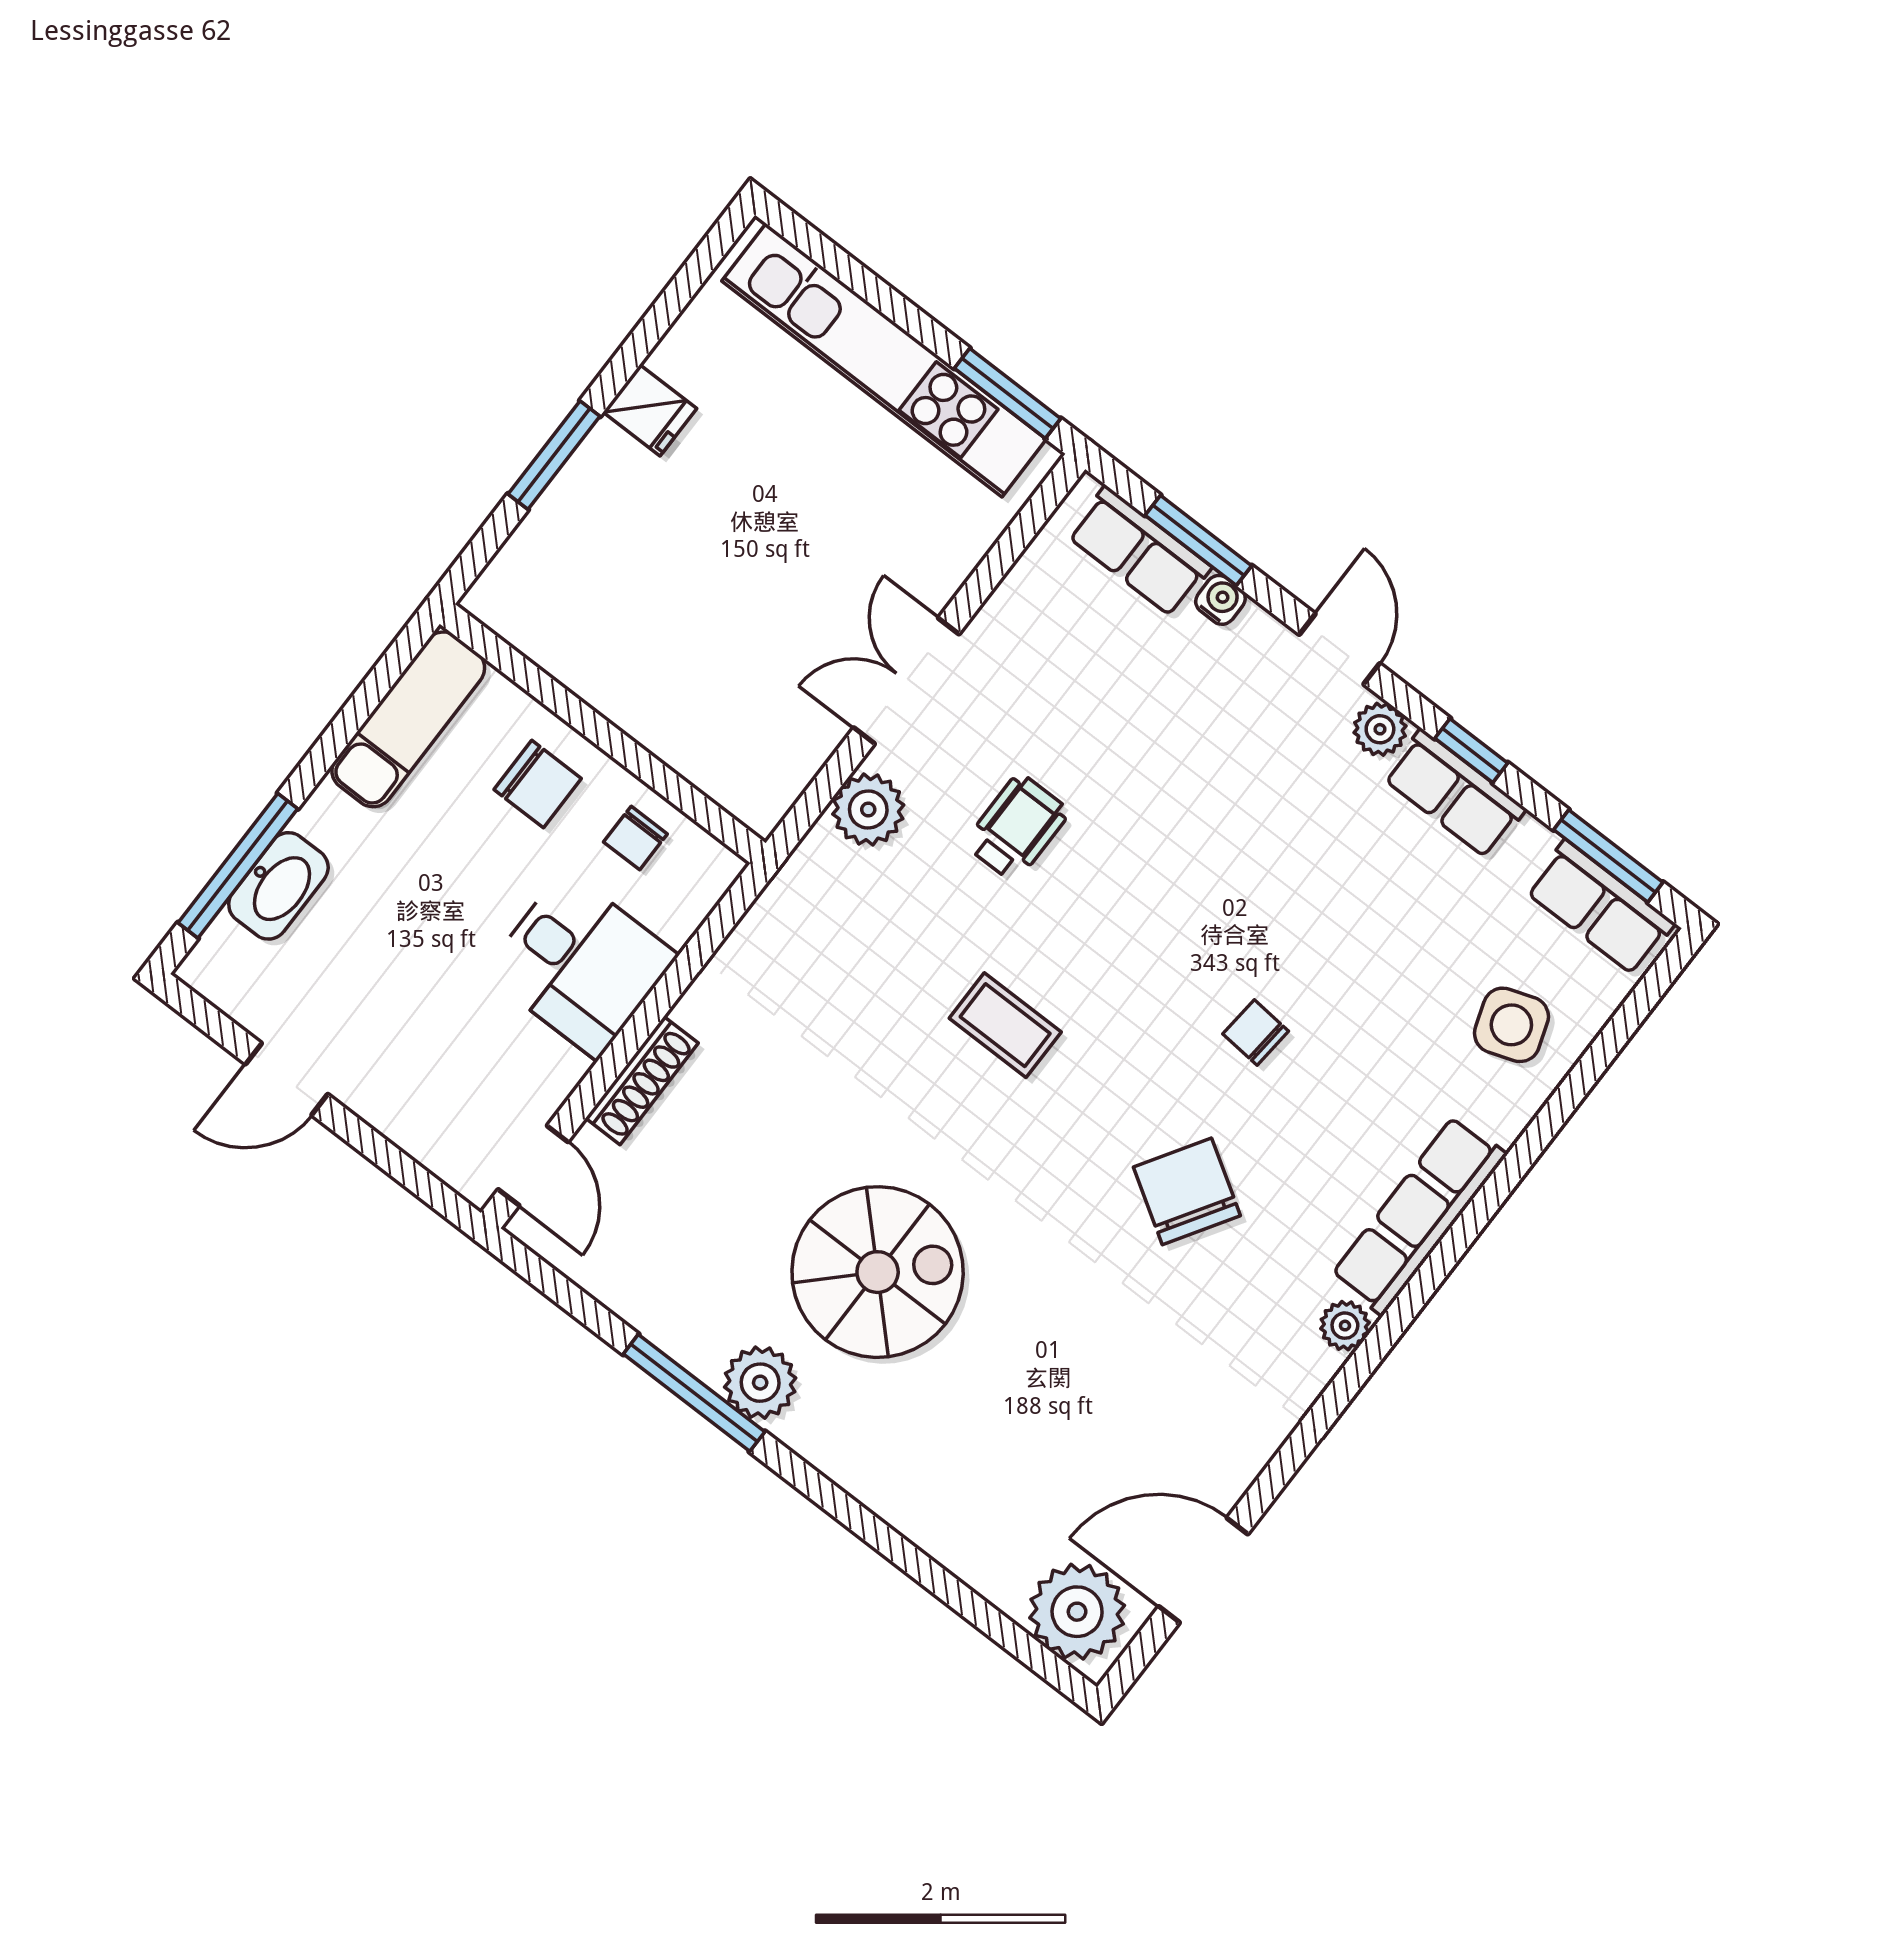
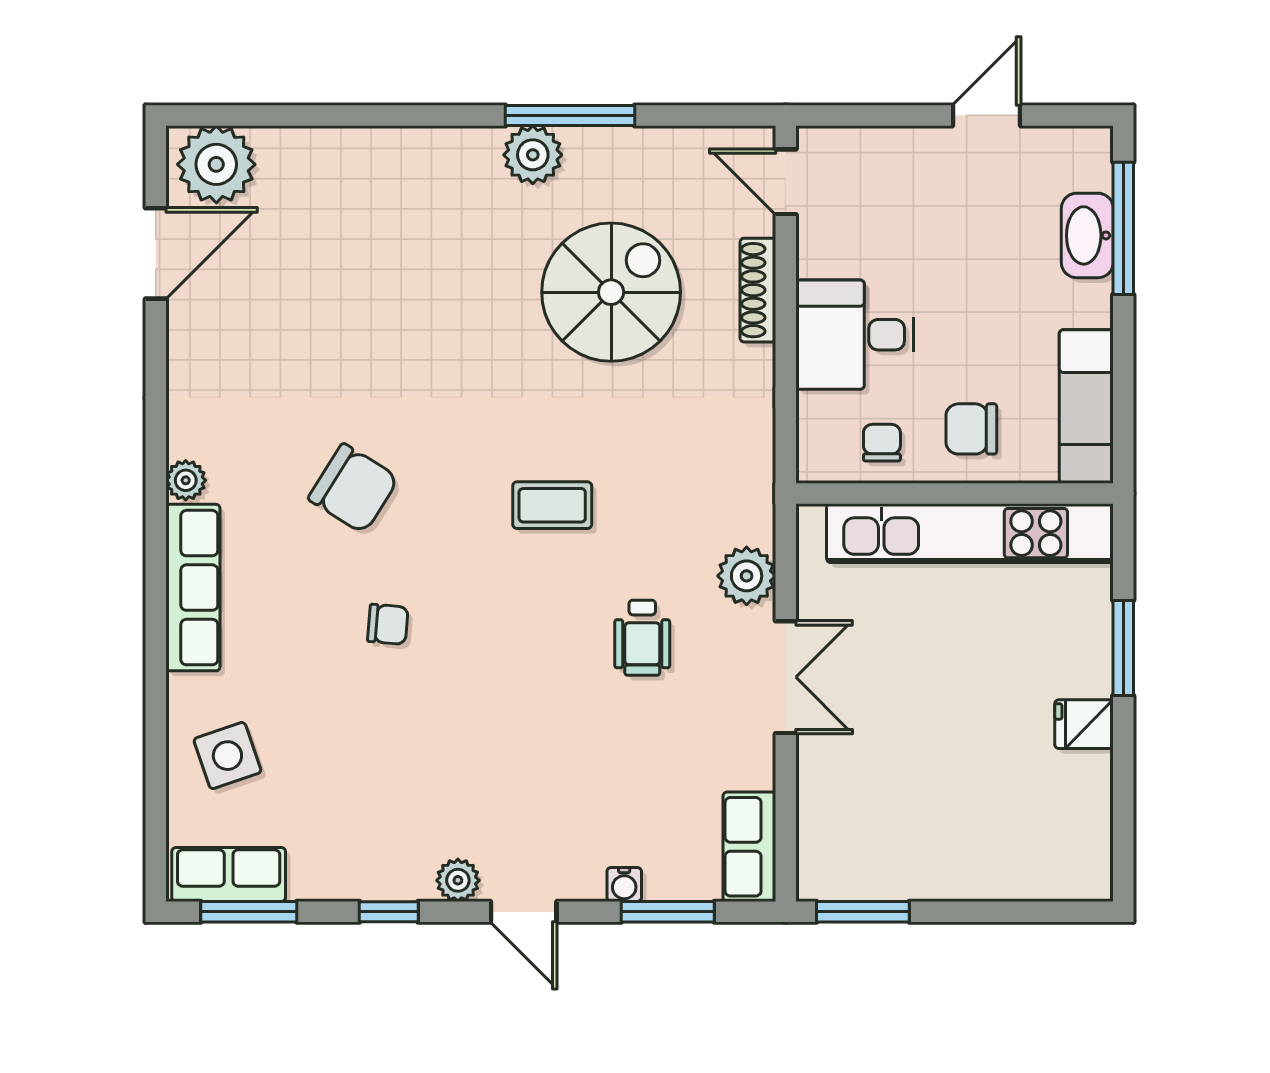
kitchen unit: (884, 360) -> (970, 533), moved, turned 180
row of seats: (1139, 551) -> (749, 847), moved, turned -90
row of seats: (1454, 794) -> (378, 876), removed
spiral stairs: (878, 1272) -> (611, 292), moved, turned 180

